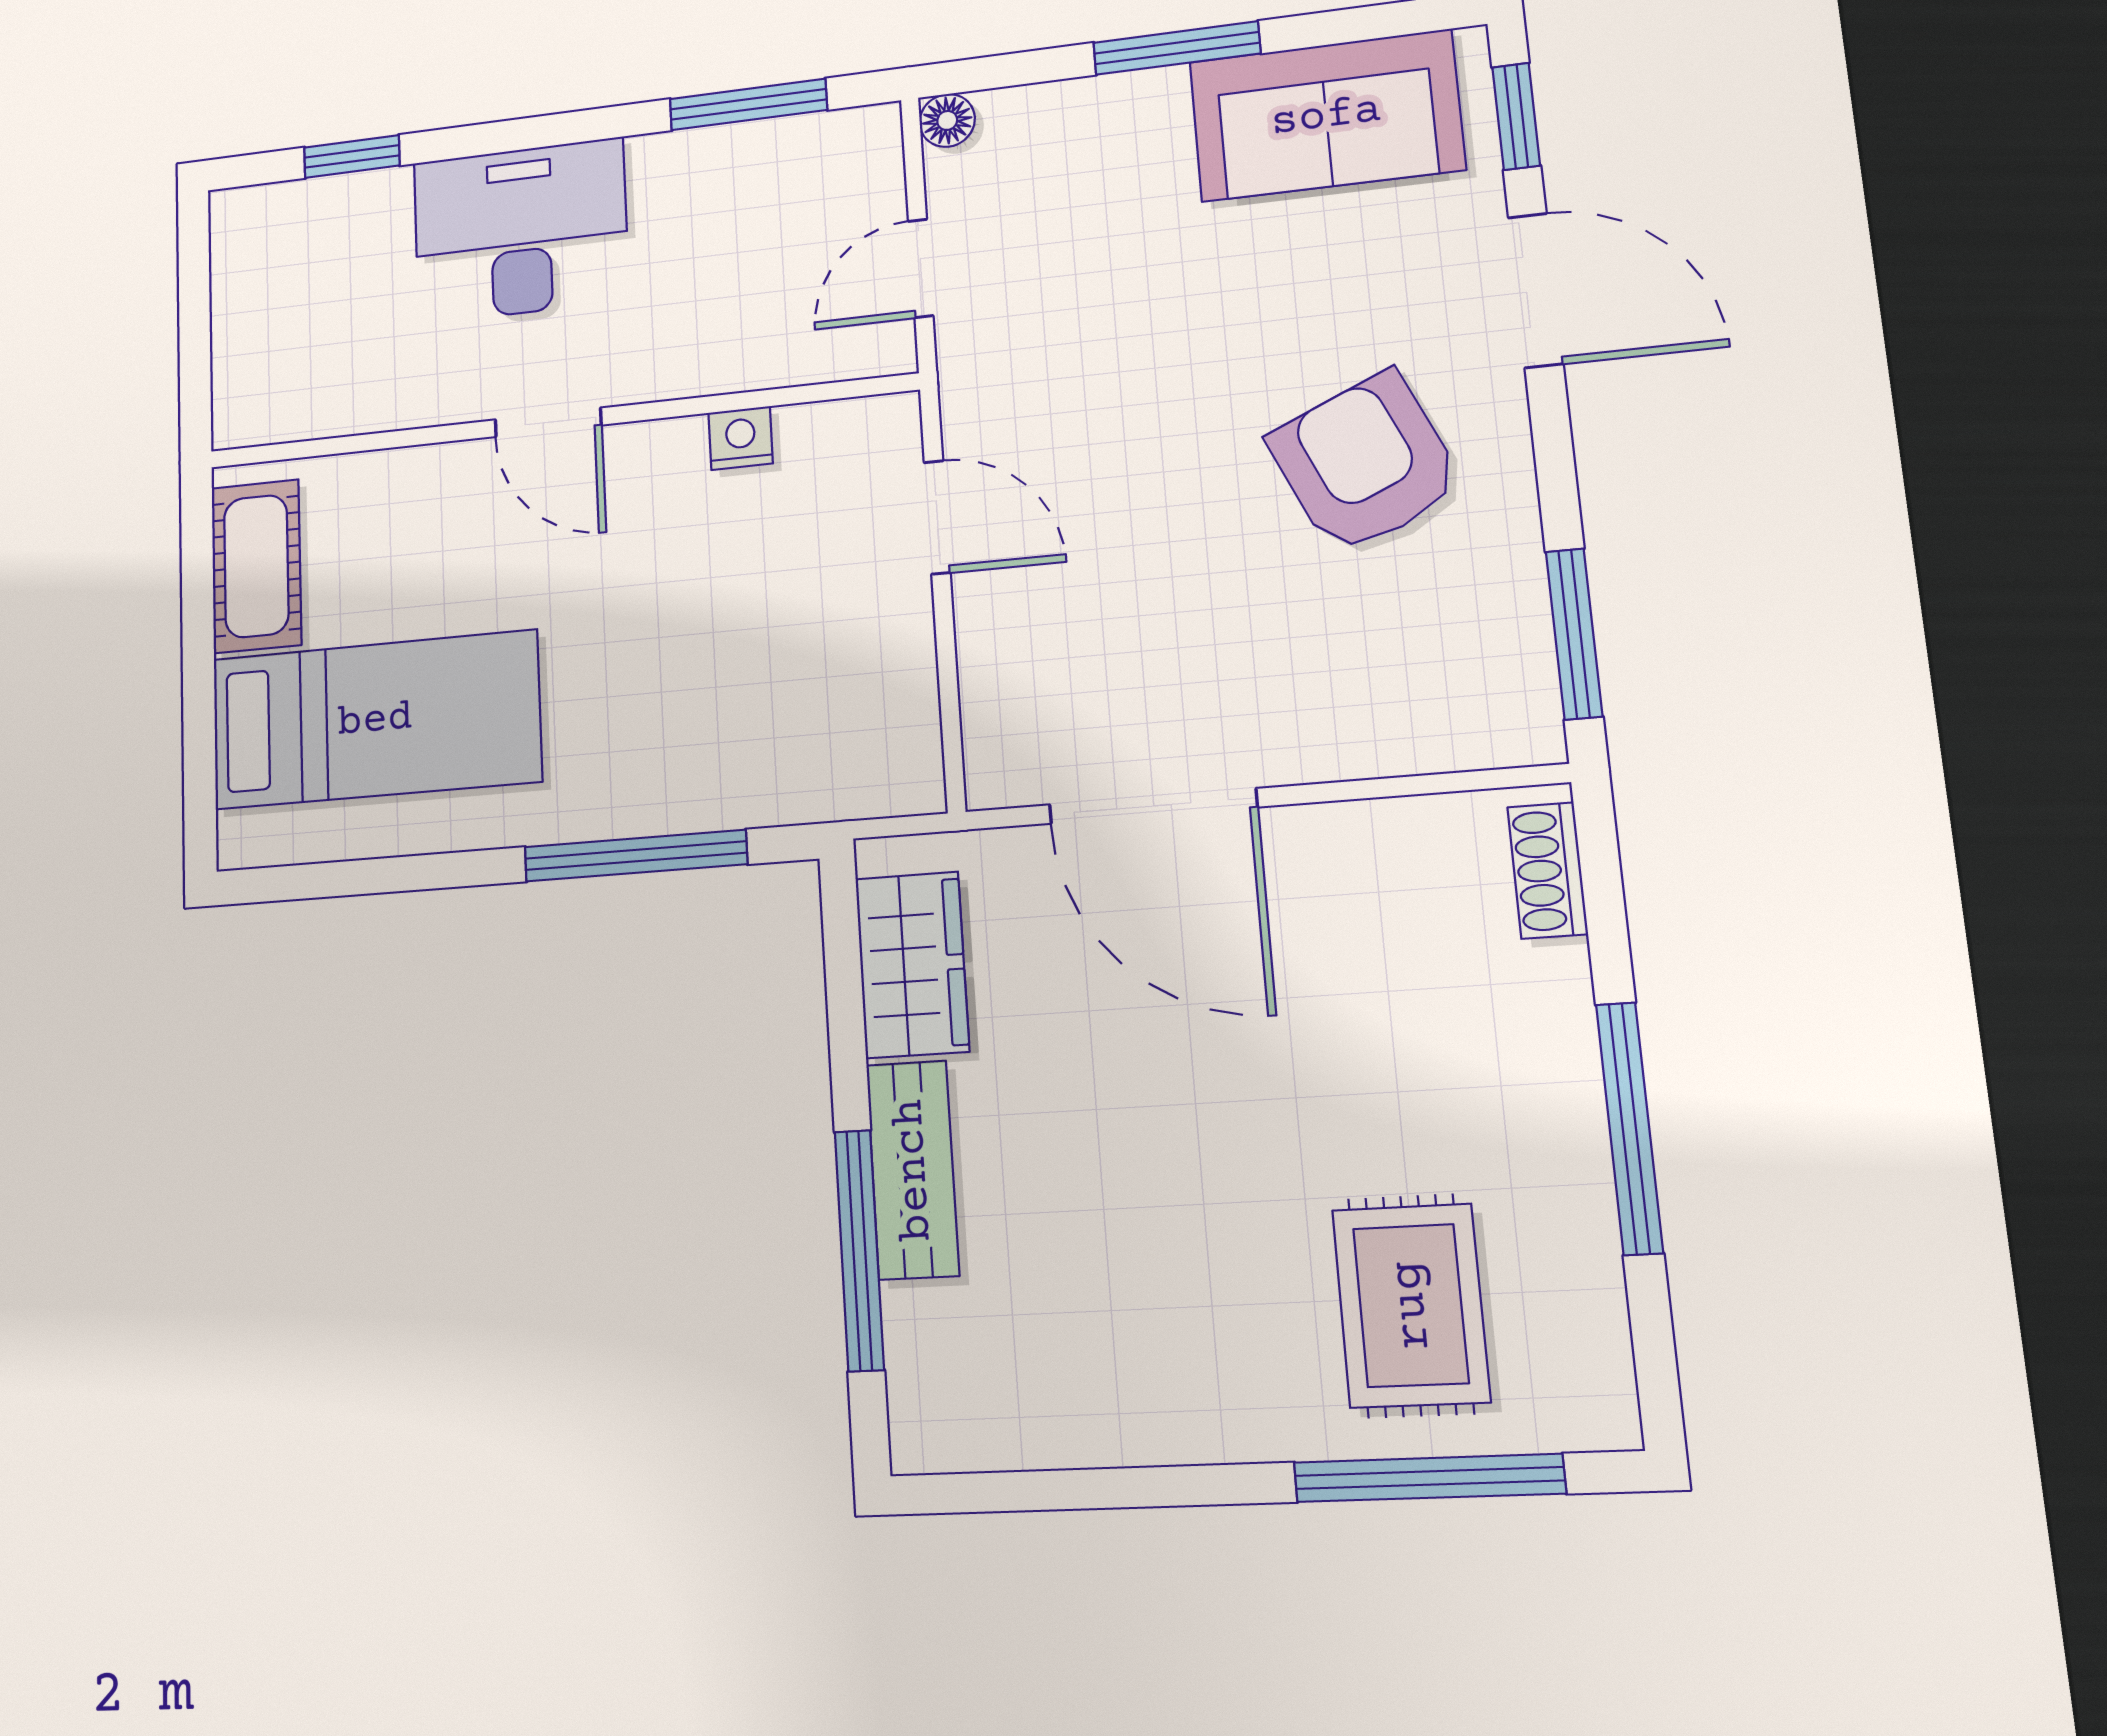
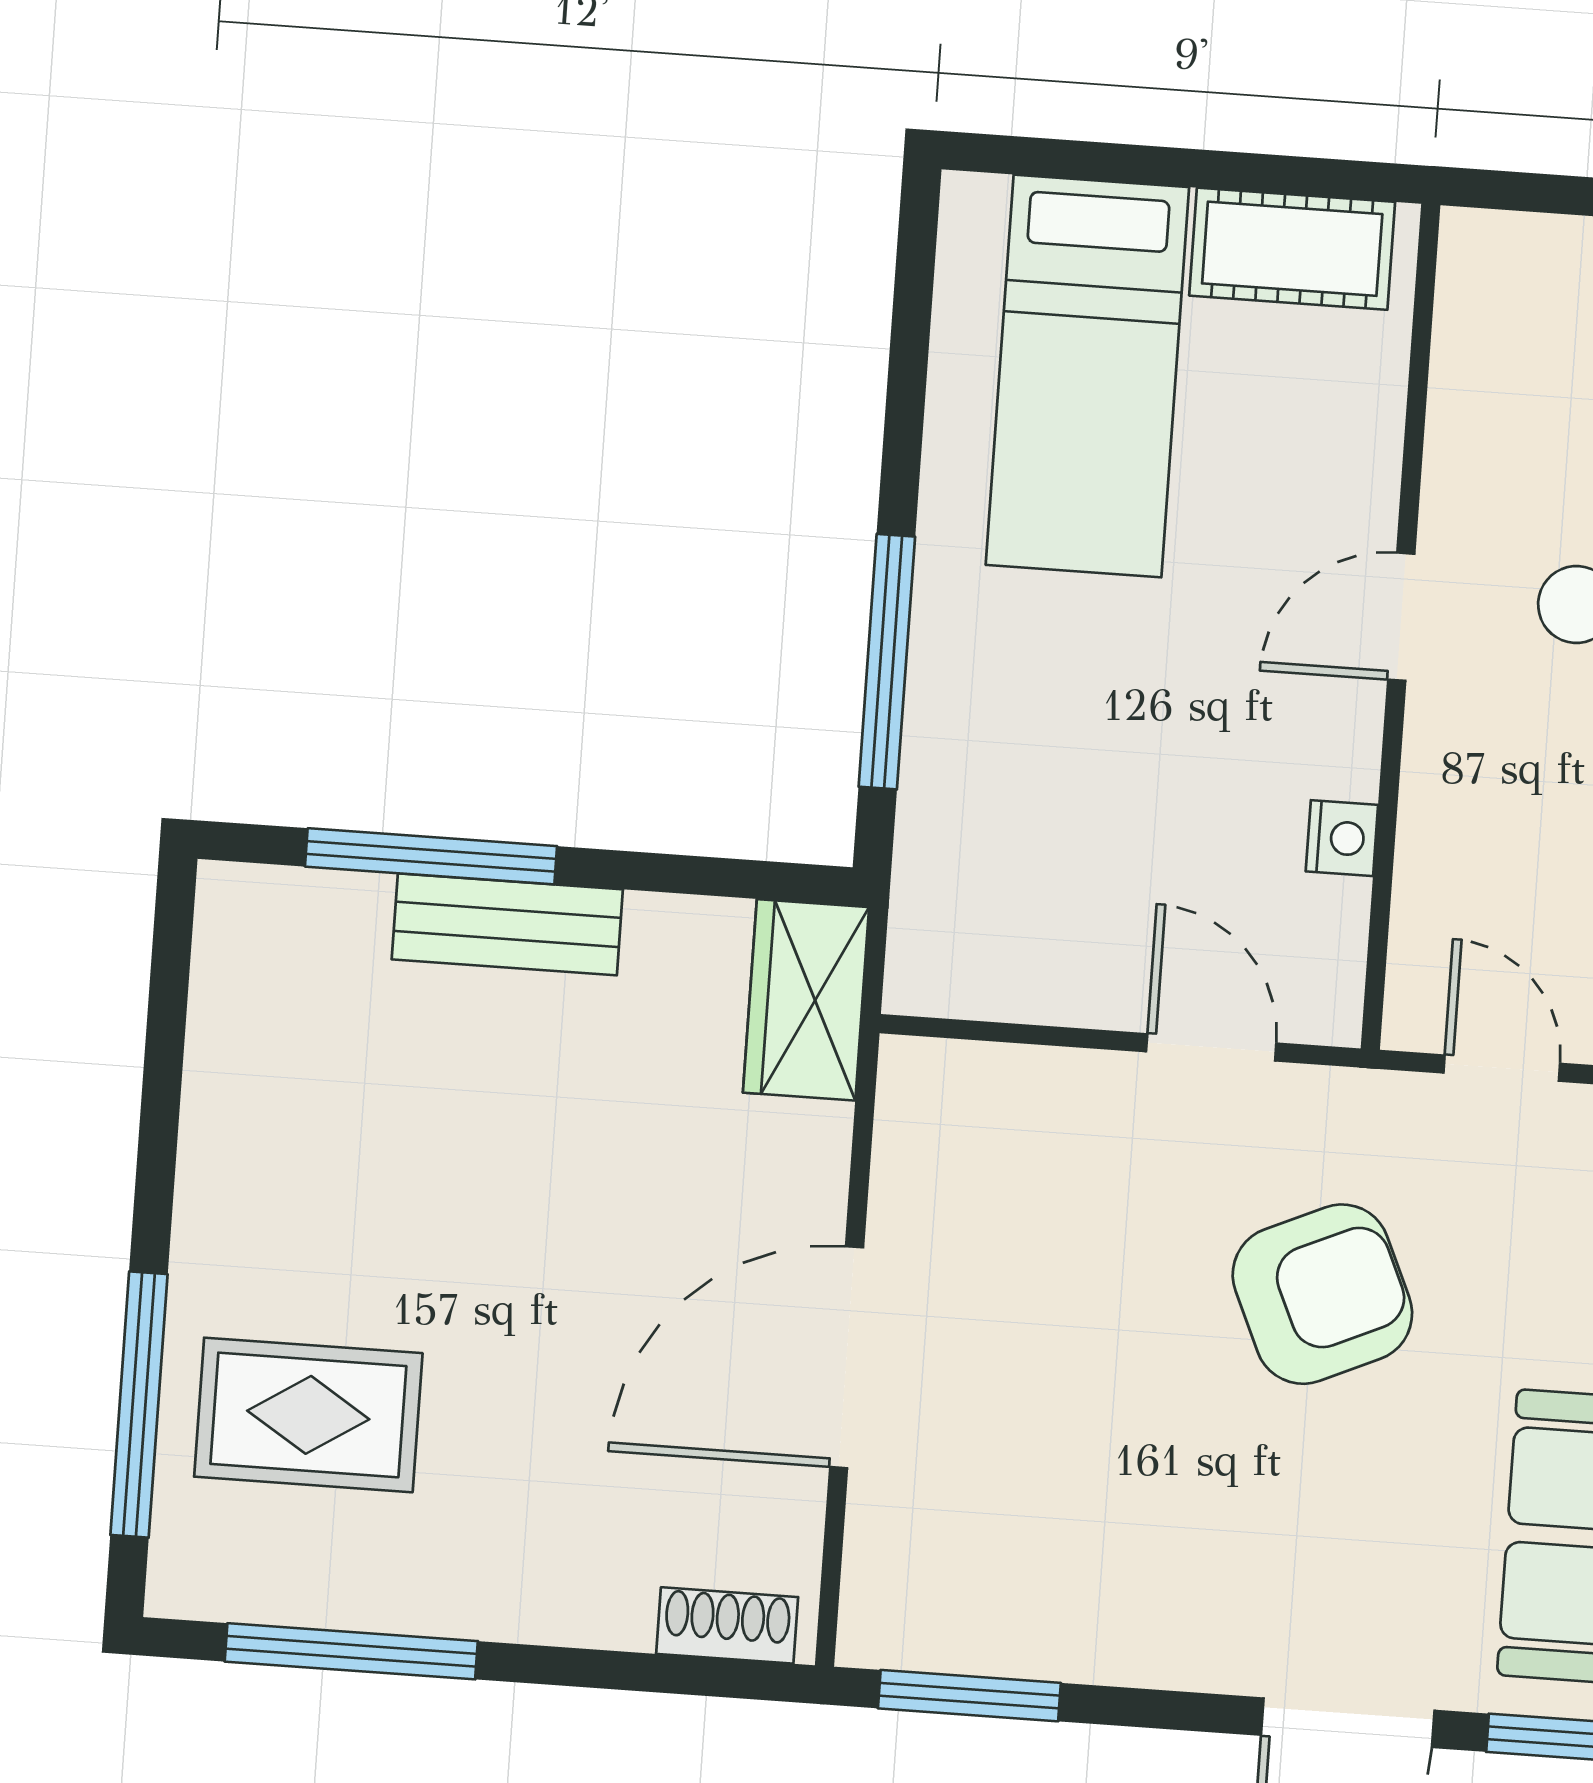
armchair: (1365, 463) -> (1322, 1294), moved
door: (937, 517) -> (1211, 1047), swing flipped
door: (1153, 806) -> (847, 1357), moved
wardrobe: (912, 965) -> (806, 1000), moved, turned 90
window: (1629, 1128) -> (351, 1651), moved

